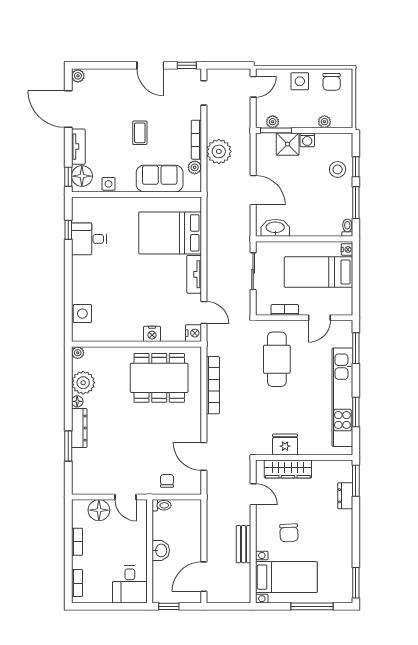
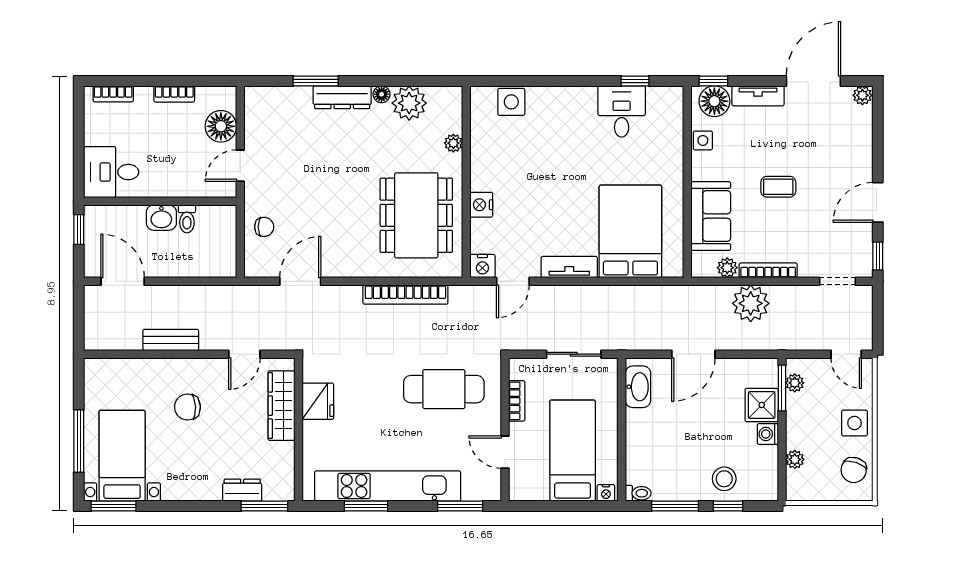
chair: (332, 82) -> (854, 470), turned -72
plant: (78, 353) -> (453, 143), moved
toilet: (162, 505) -> (187, 219), moved
bed with nightstands: (286, 577) -> (122, 456), moved, turned 180

